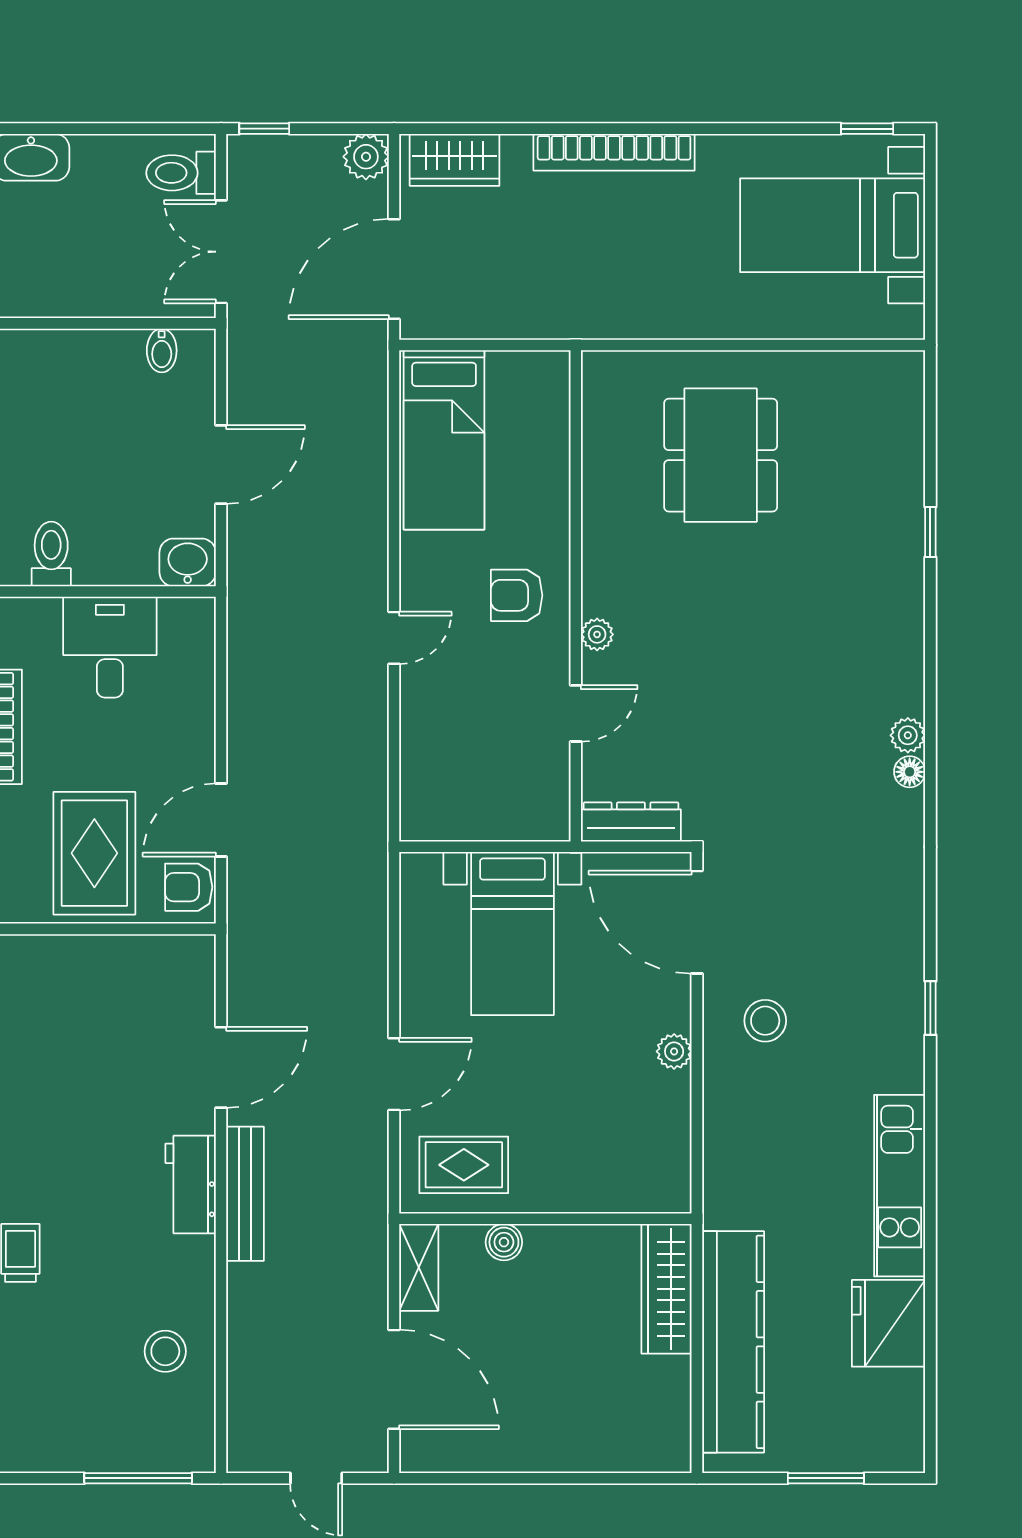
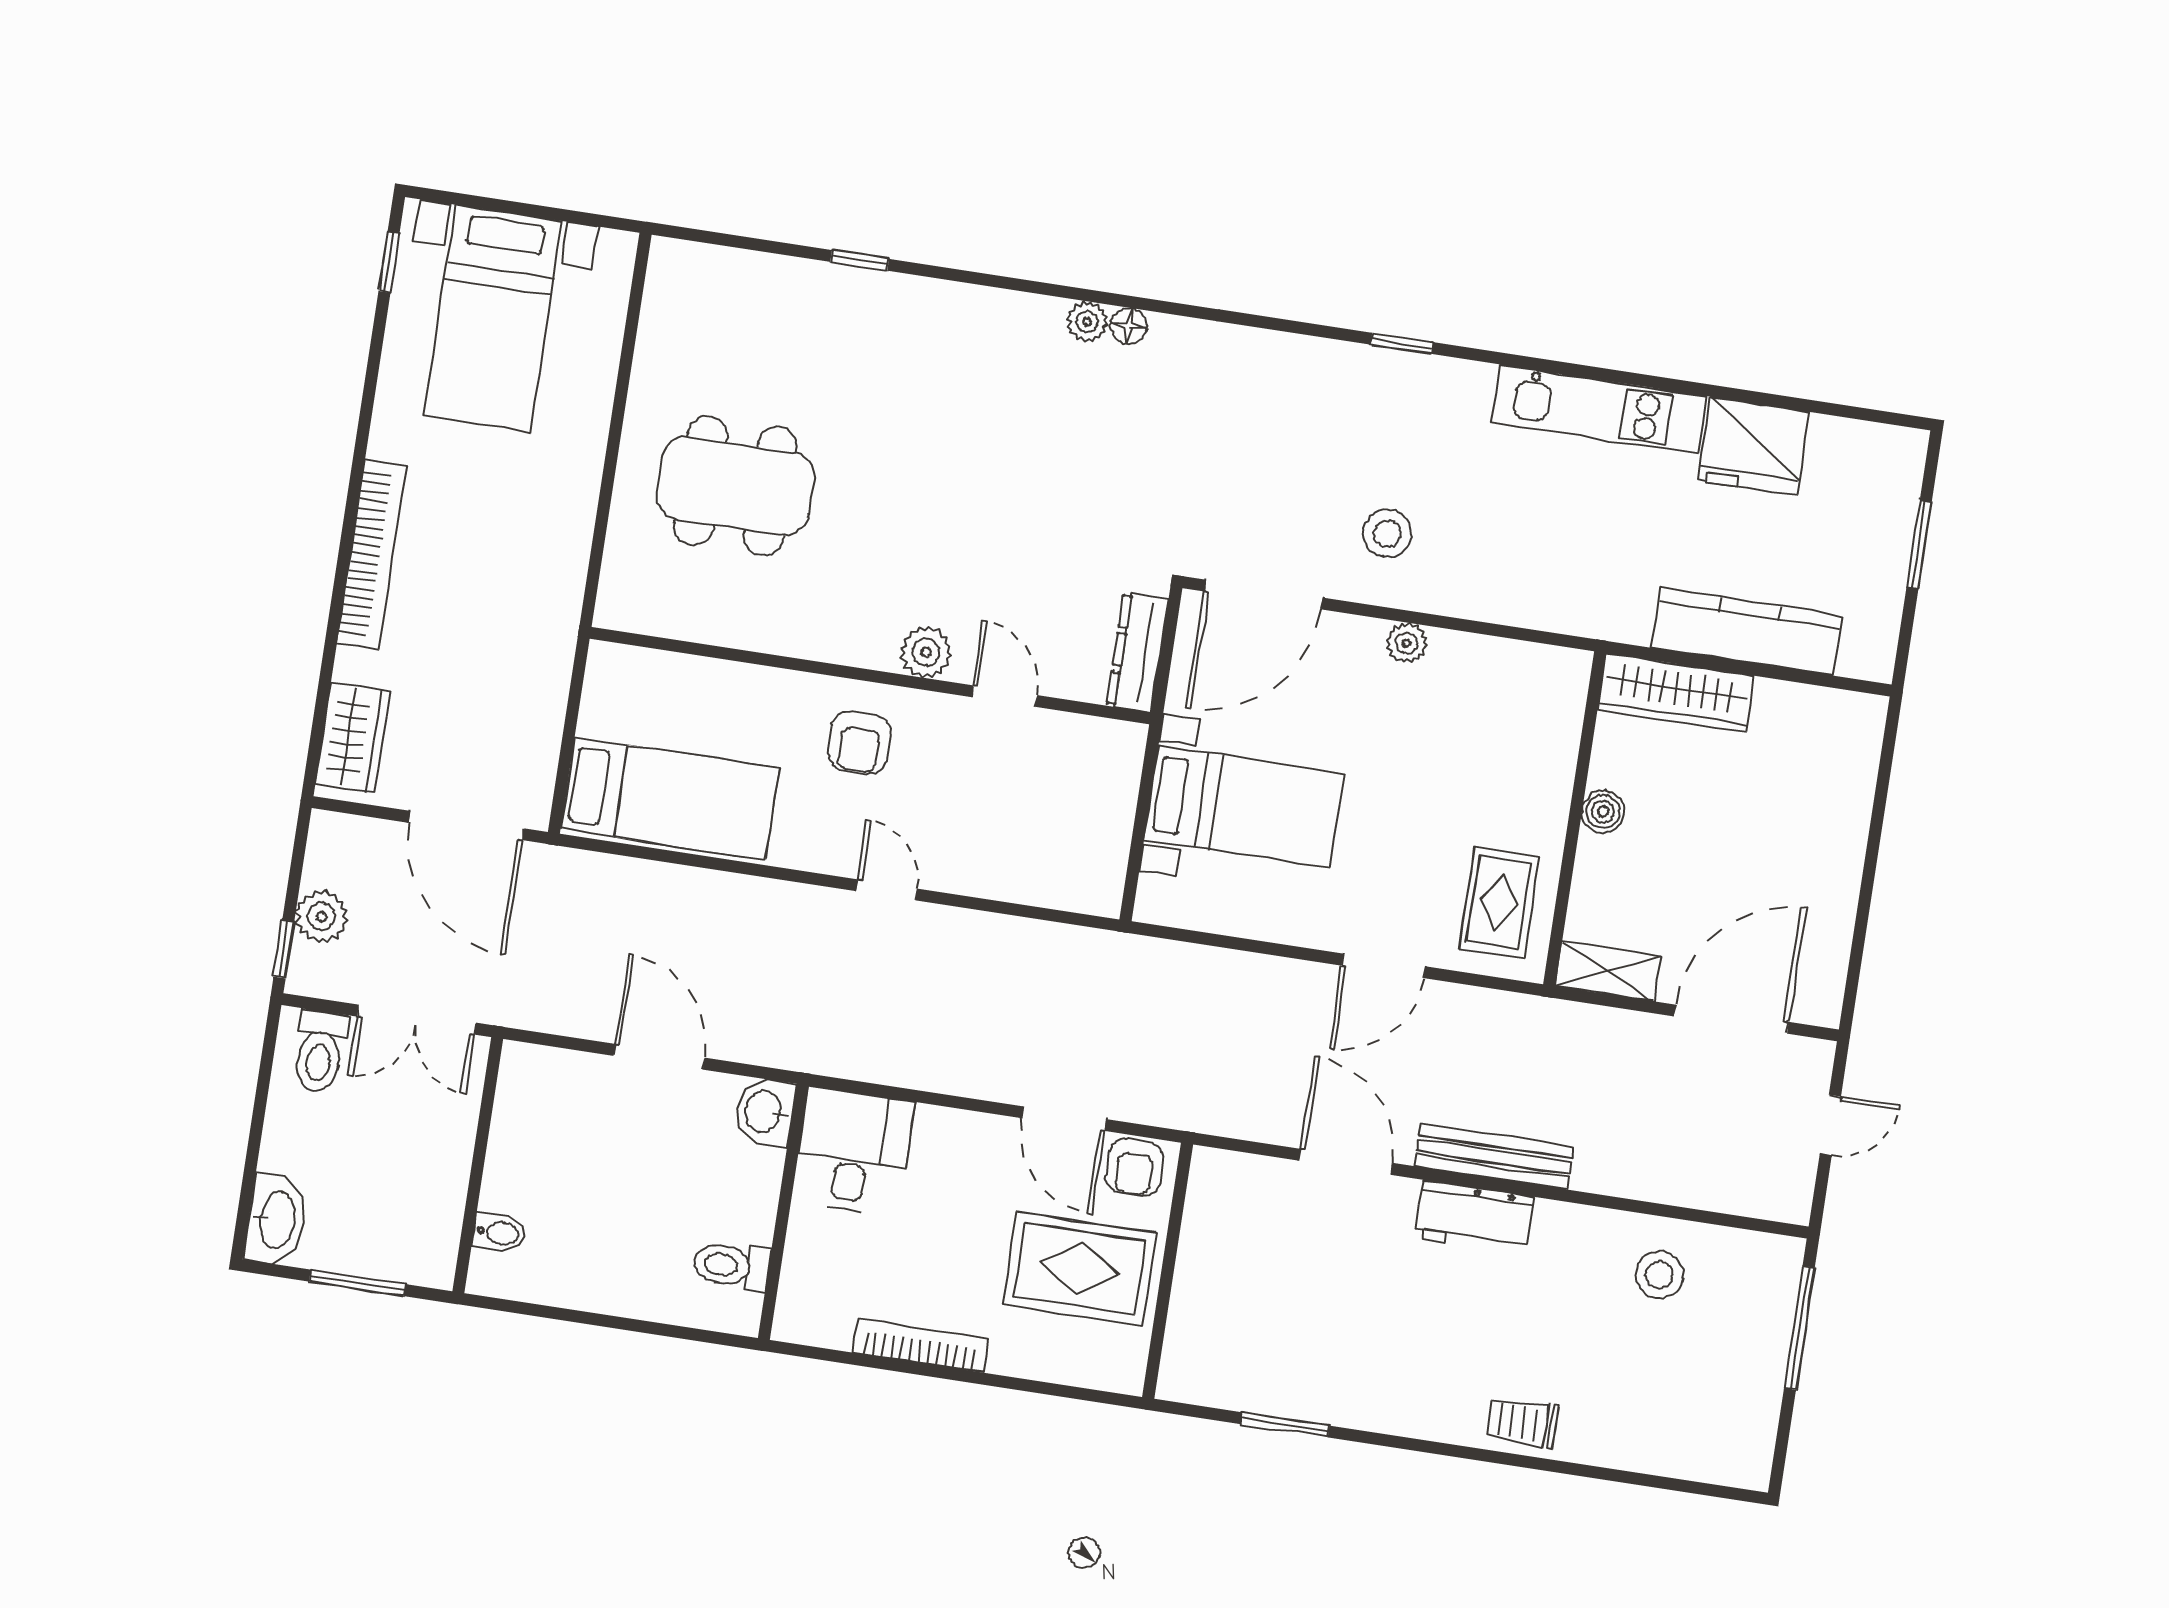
plant: (366, 157) -> (322, 917), moved
bidet: (162, 350) -> (499, 1233), moved
plant: (597, 634) -> (926, 652), width x1.38, depth x1.38
desk: (110, 647) -> (853, 1151), moved, turned 90
door: (394, 1074) -> (1384, 966), swing flipped
boiler: (504, 1242) -> (1603, 812), moved
kitchen counter: (733, 1342) -> (1747, 631), width x0.72, depth x0.86

